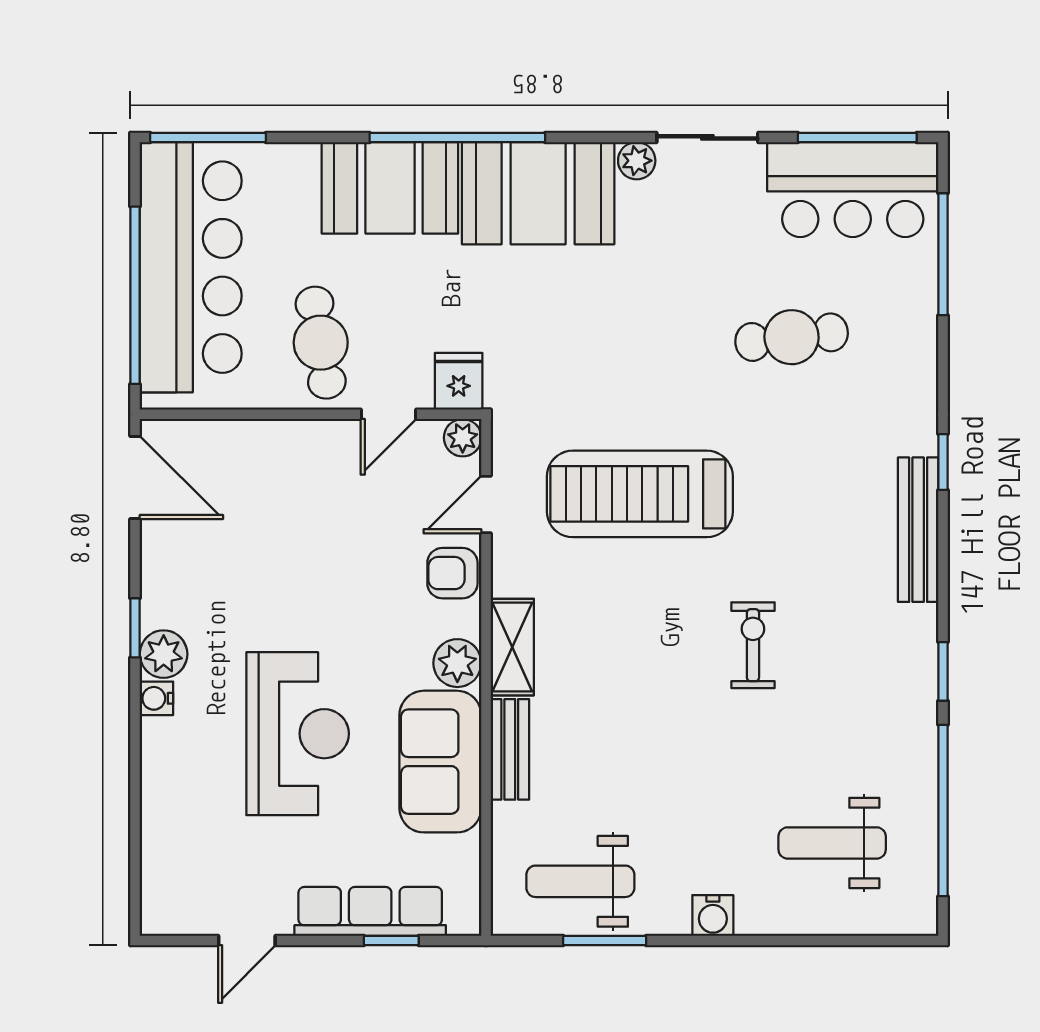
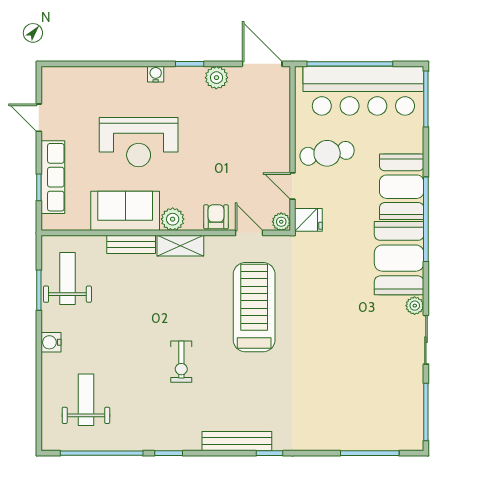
bar counter: (853, 190) -> (401, 410), removed
cafe table: (792, 337) -> (330, 380), removed
door: (135, 477) -> (262, 64), swing flipped
exercise bike: (753, 645) -> (181, 362), turned 90
plant: (164, 654) -> (216, 78), moved

